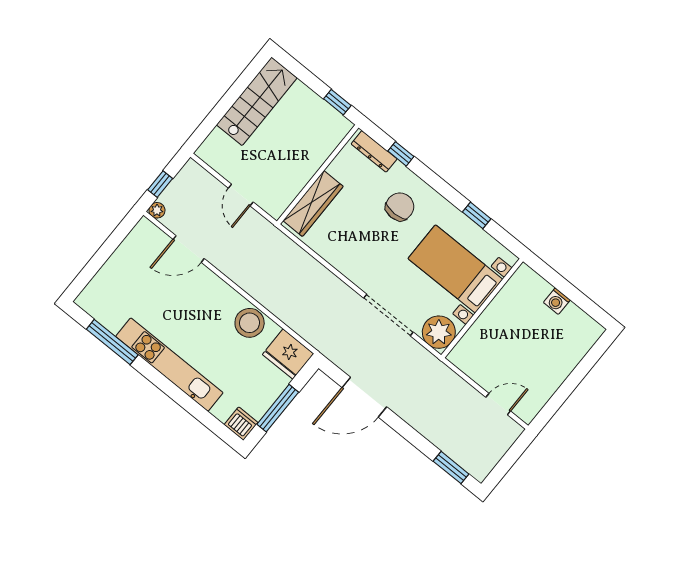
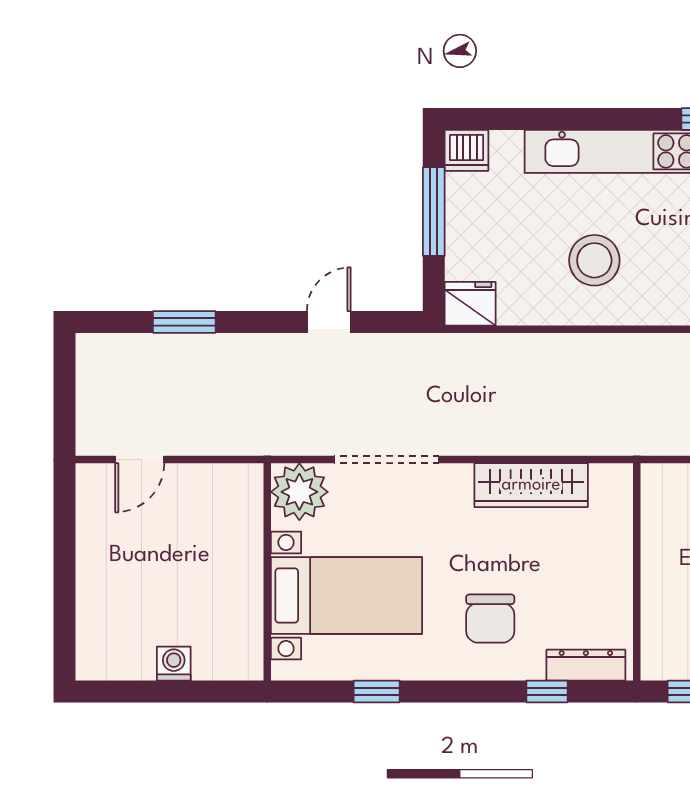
wardrobe: (313, 203) -> (531, 485), moved, turned -90
stool: (250, 323) -> (594, 260), moved
fridge: (288, 354) -> (470, 304), width x0.73, depth x0.75
door: (364, 397) -> (329, 322), width x0.53
window: (451, 468) -> (184, 322), moved

